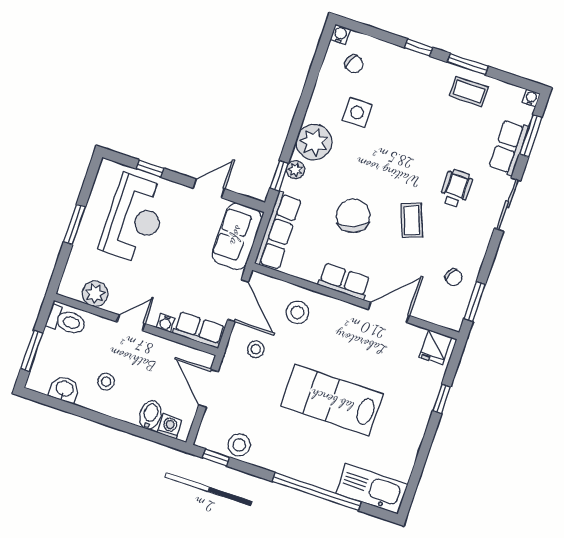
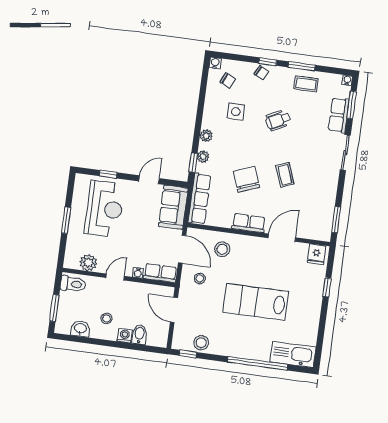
plant: (314, 142) -> (206, 136), width x0.53, depth x0.53
wheelchair: (456, 188) -> (278, 120), moved, turned -117
chair: (454, 277) -> (261, 73), moved
washing machine: (170, 426) -> (125, 336), moved

